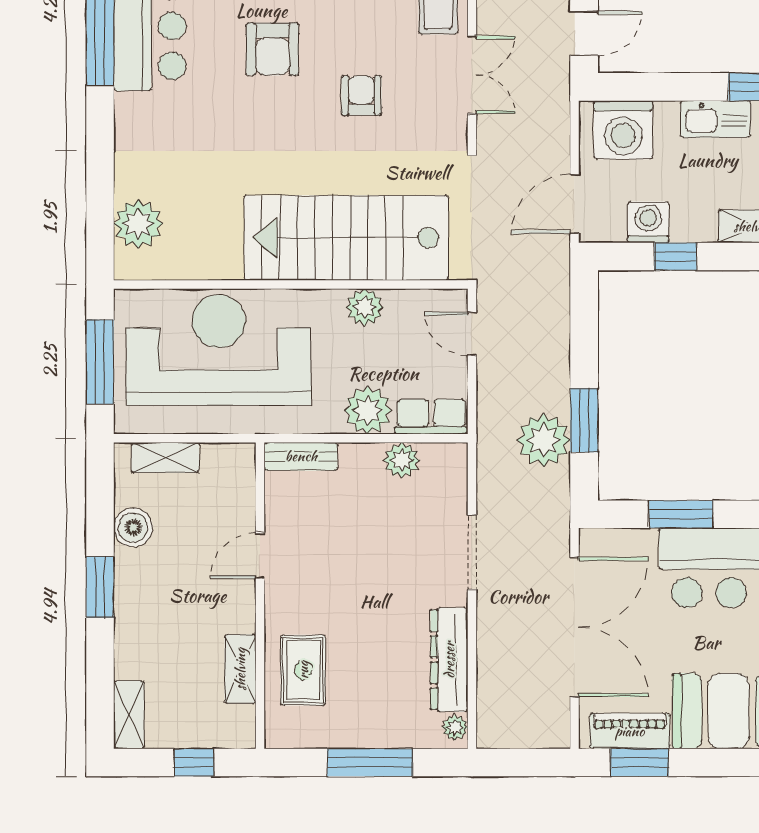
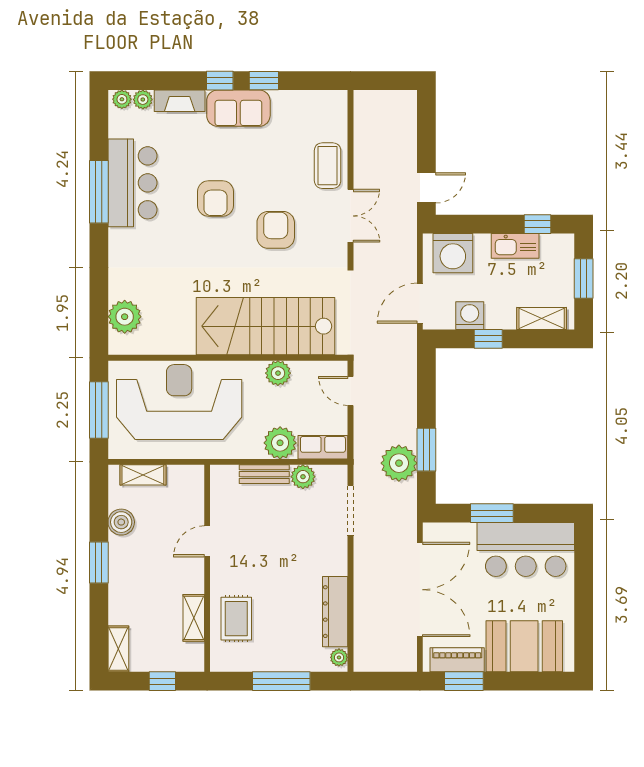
armchair: (361, 96) -> (276, 230), width x1.38, depth x1.38
bench: (301, 456) -> (264, 474), moved
doorway: (472, 552) -> (350, 511), moved

